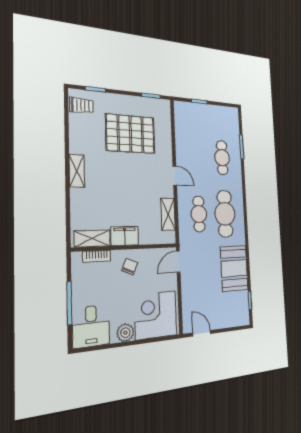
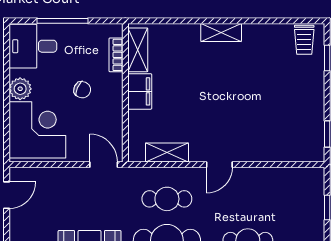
pallet: (131, 134) -> (273, 103), removed
chair: (130, 267) -> (82, 90), moved

